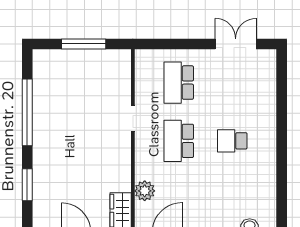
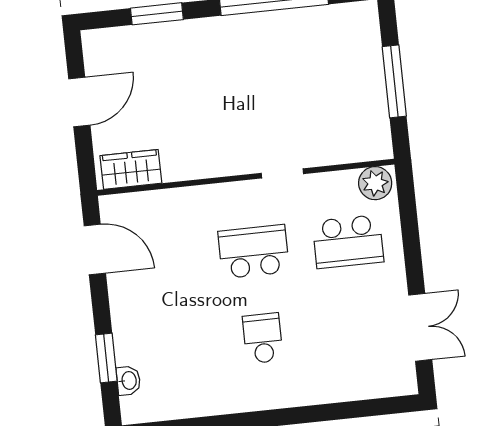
school desk: (179, 83) -> (348, 242), turned 180
plant: (145, 191) -> (375, 183), moved

